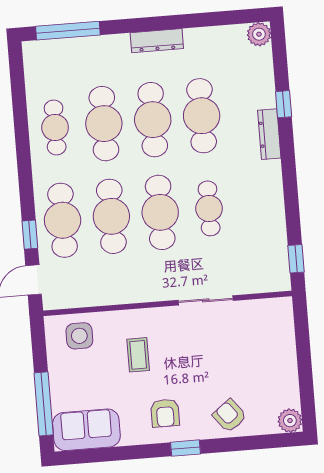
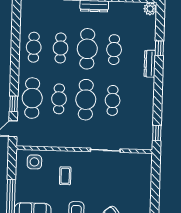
cafe table: (202, 116) -> (114, 50), width x0.73, depth x0.74
cafe table: (104, 124) -> (60, 48), width x0.73, depth x0.74
cafe table: (111, 216) -> (59, 99), width x0.73, depth x0.74

